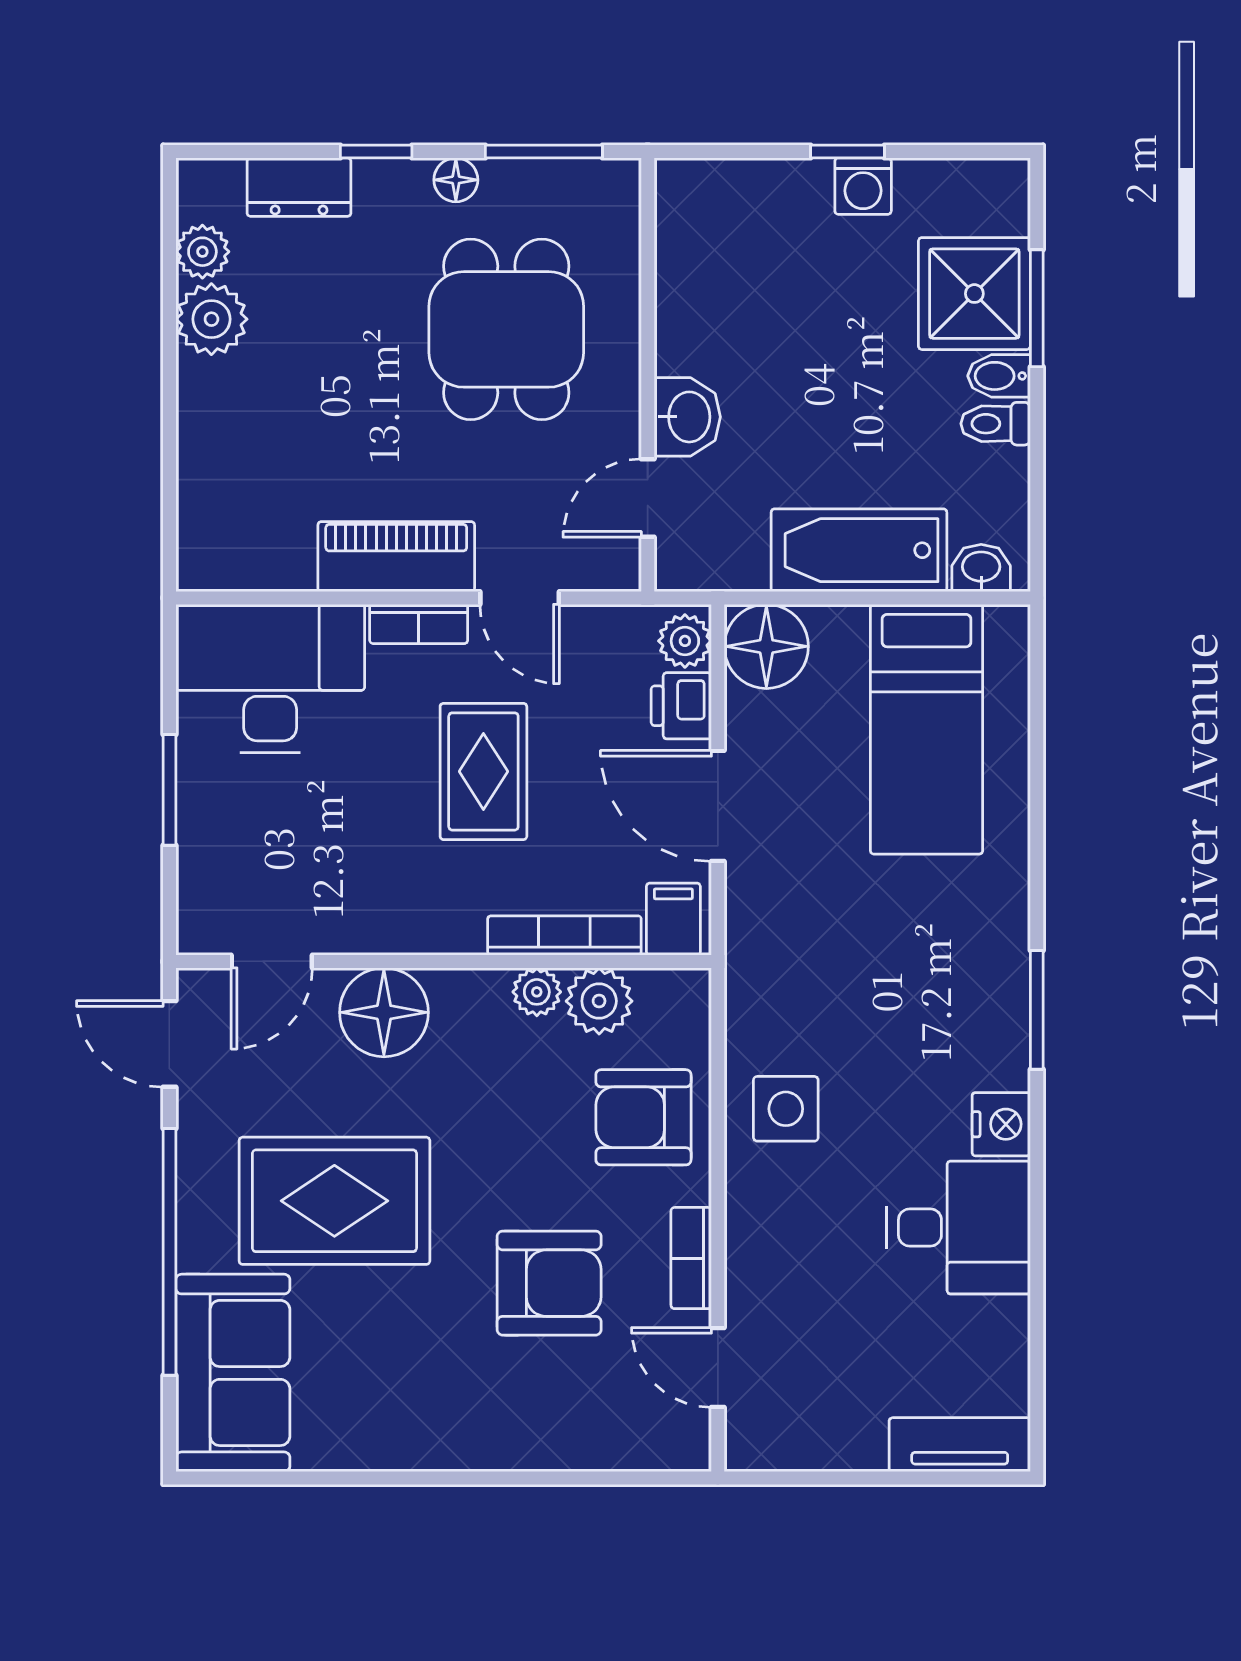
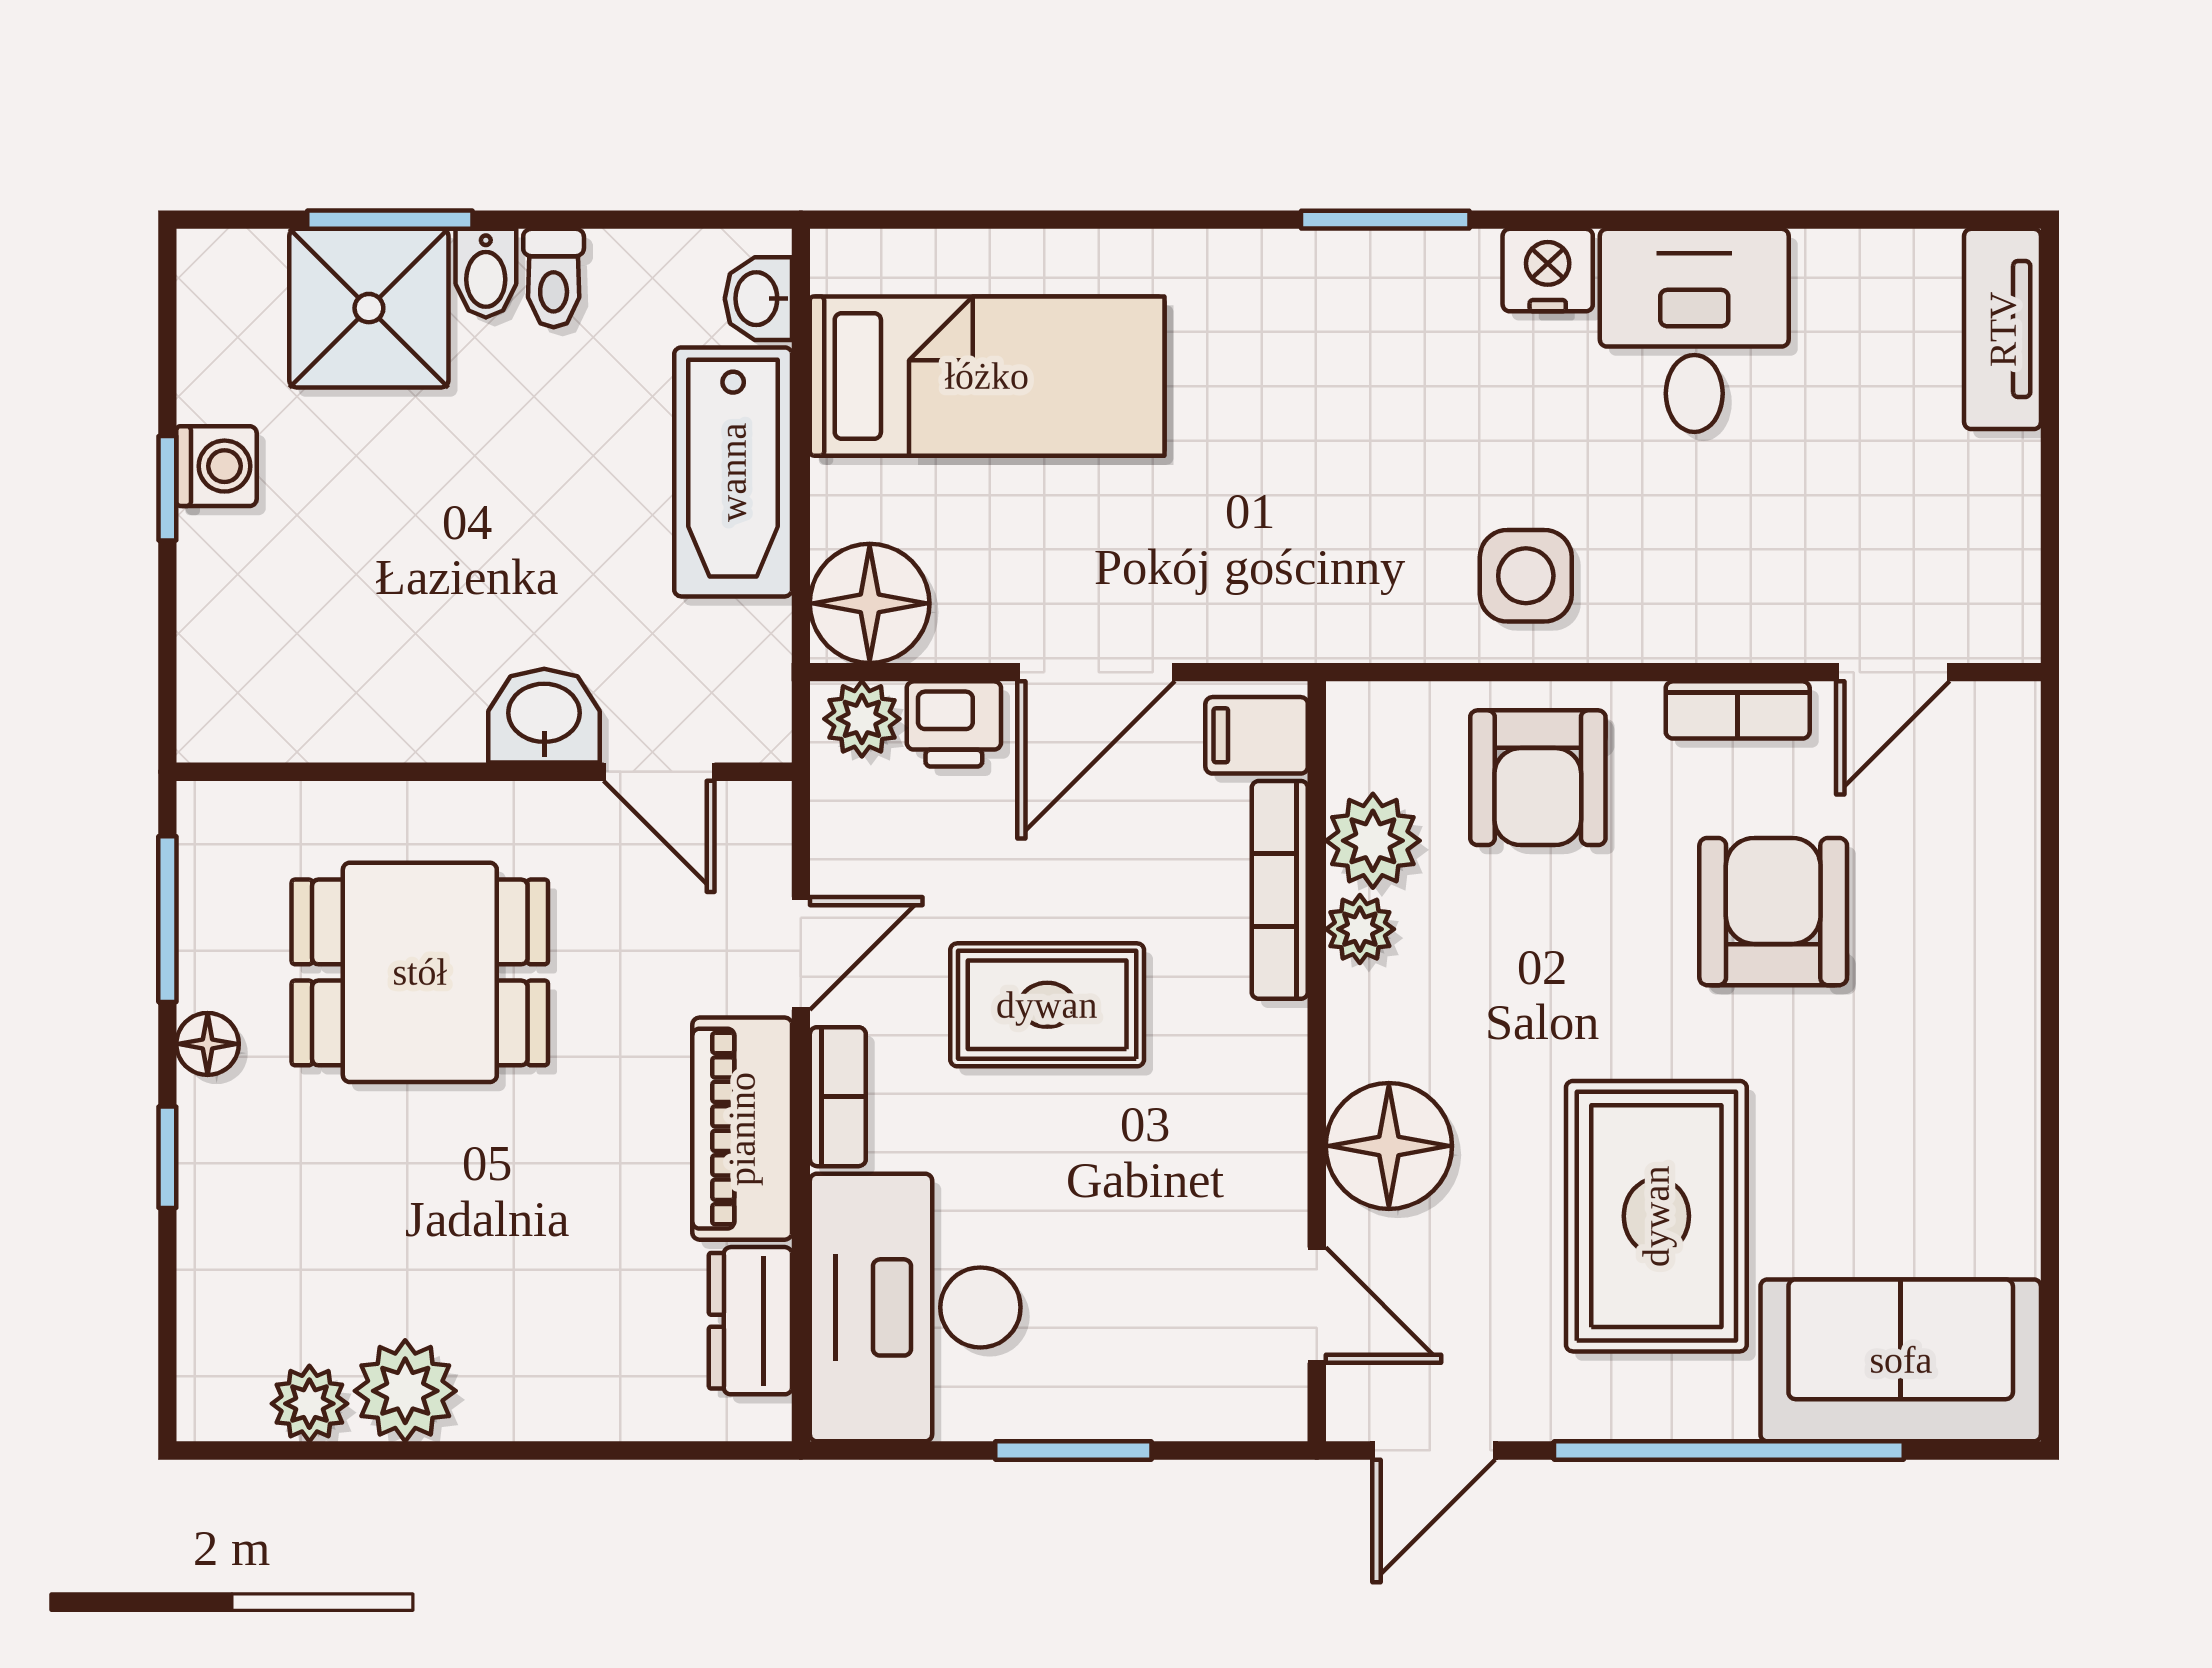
dresser: (299, 187) -> (750, 1321), moved, turned 180

